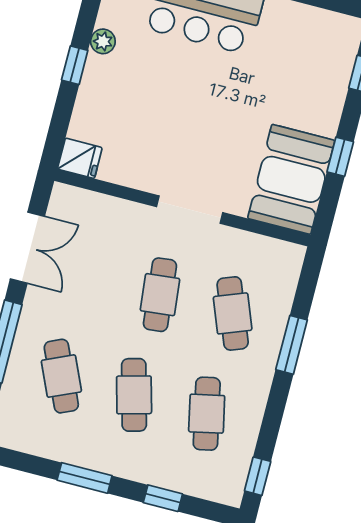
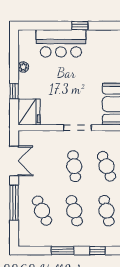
window: (75, 65) -> (14, 91), moved
fridge: (80, 158) -> (29, 112), width x1.88, depth x1.34

